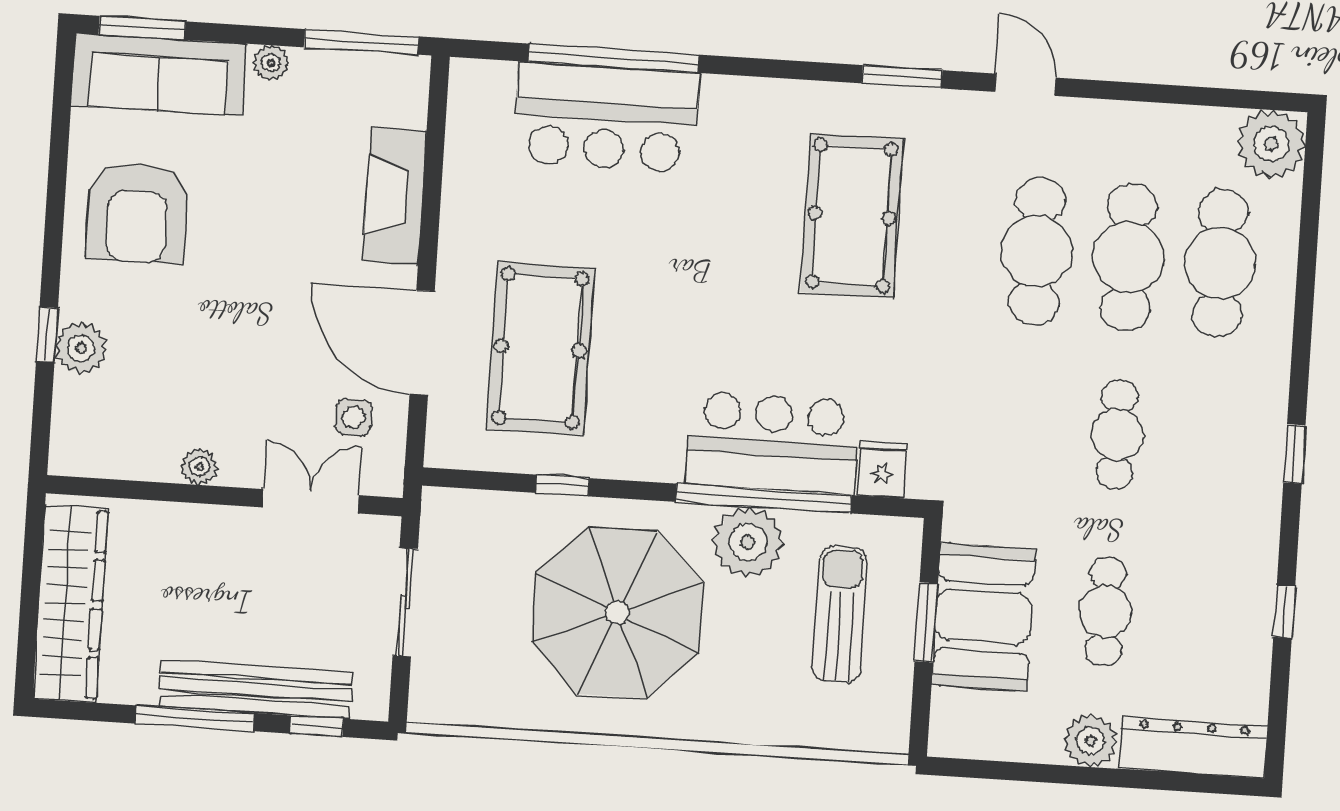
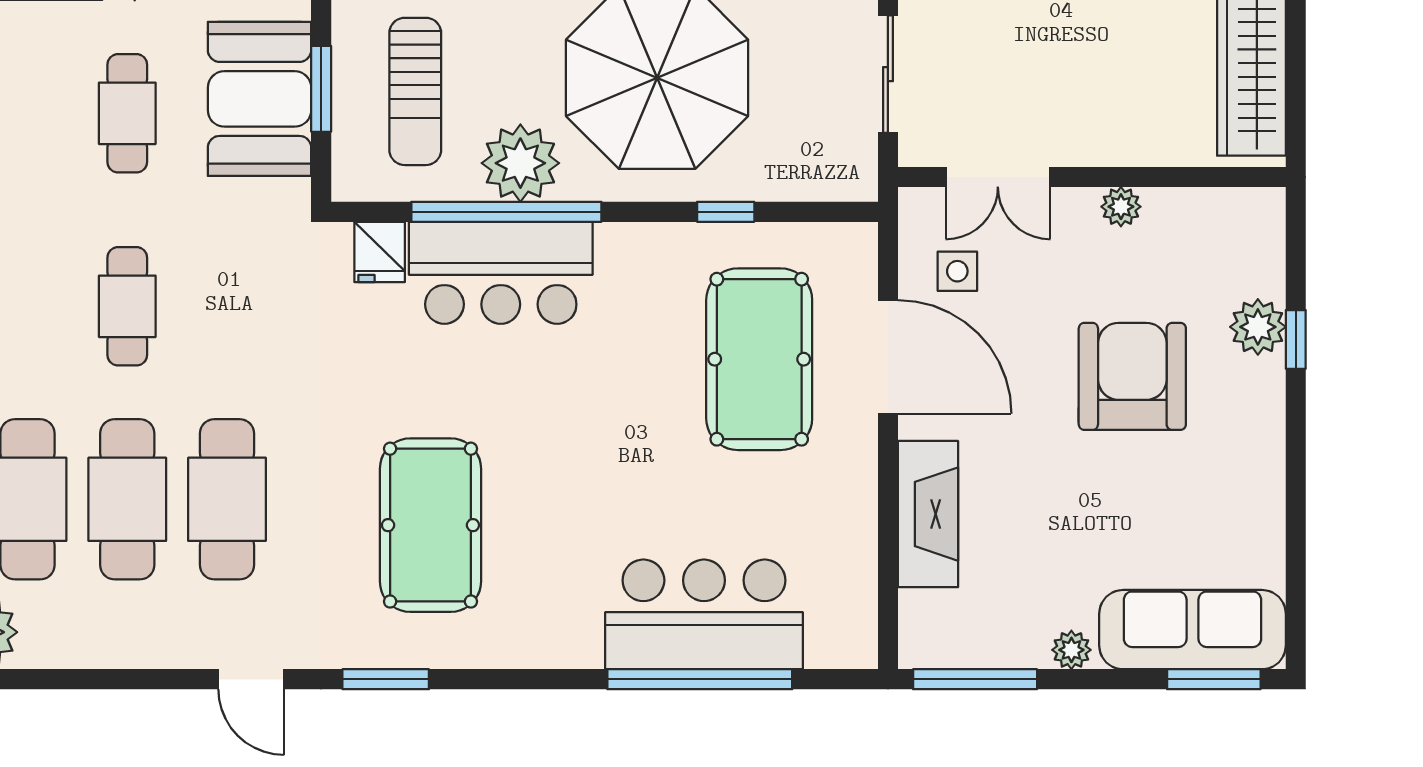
armchair: (137, 212) -> (1132, 376), moved

